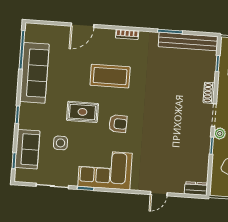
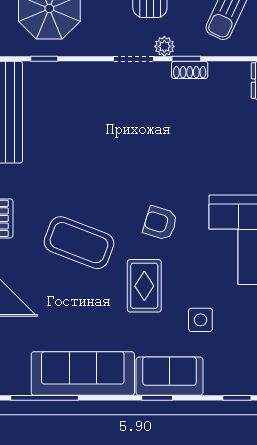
coffee table: (110, 76) -> (79, 243), turned -69
shoe rack: (209, 93) -> (190, 70), moved
armchair: (118, 124) -> (160, 223), turned -75
sofa: (27, 149) -> (169, 376), moved

